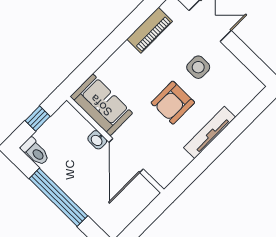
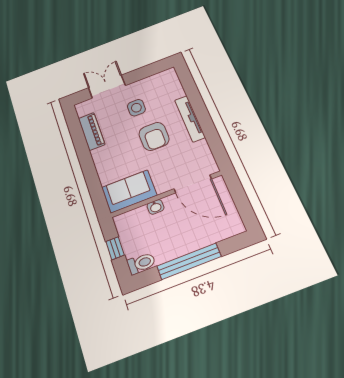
door: (126, 156) -> (193, 184), moved

